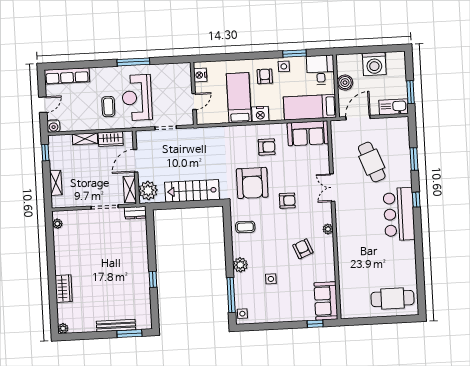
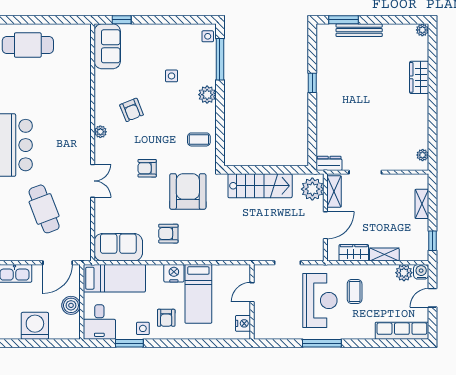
plant: (68, 124) -> (404, 273), added

